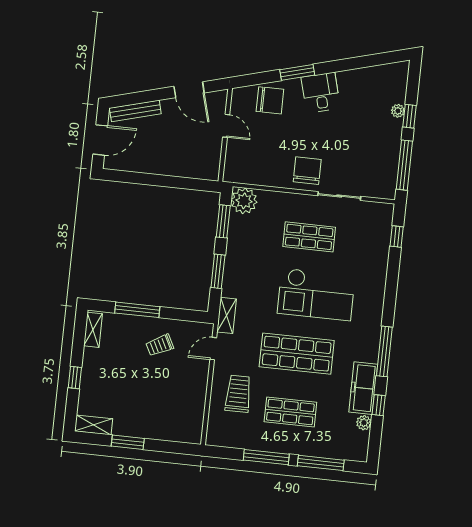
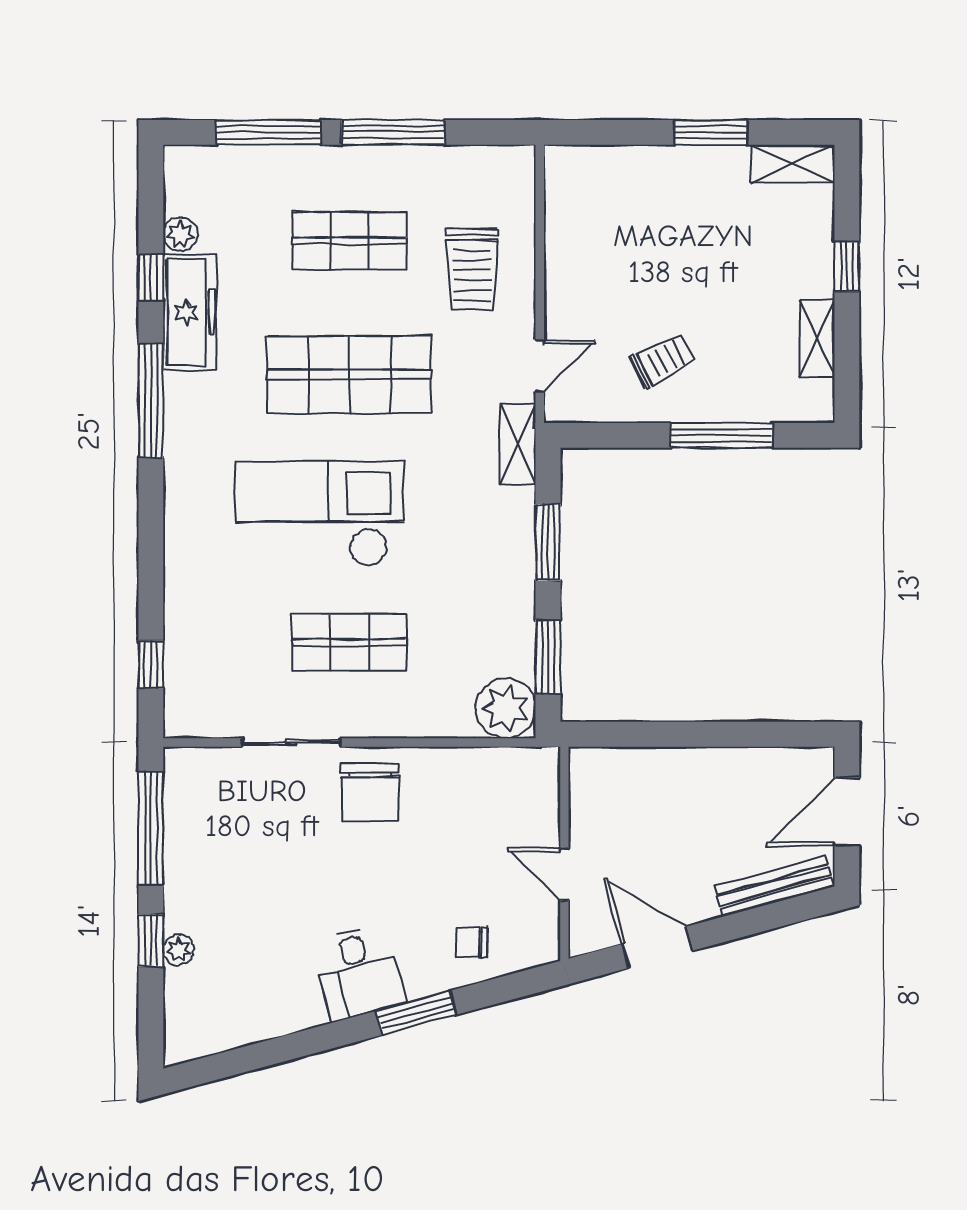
chair: (270, 100) -> (471, 943), width x0.54, depth x0.54
shelving: (93, 330) -> (817, 338), moved

